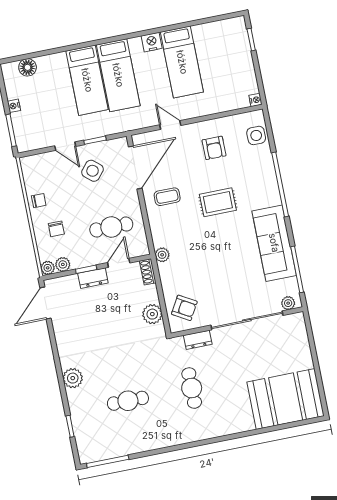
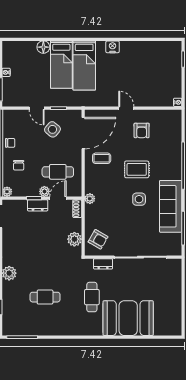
bed: (182, 62) -> (131, 65), removed
floor lamp: (28, 67) -> (43, 47), moved
door: (170, 125) -> (126, 108), moved
side table: (256, 135) -> (139, 199), moved
plant: (63, 264) -> (44, 191), moved
plant: (288, 303) -> (172, 251), removed
booth: (286, 399) -> (128, 318), moved

